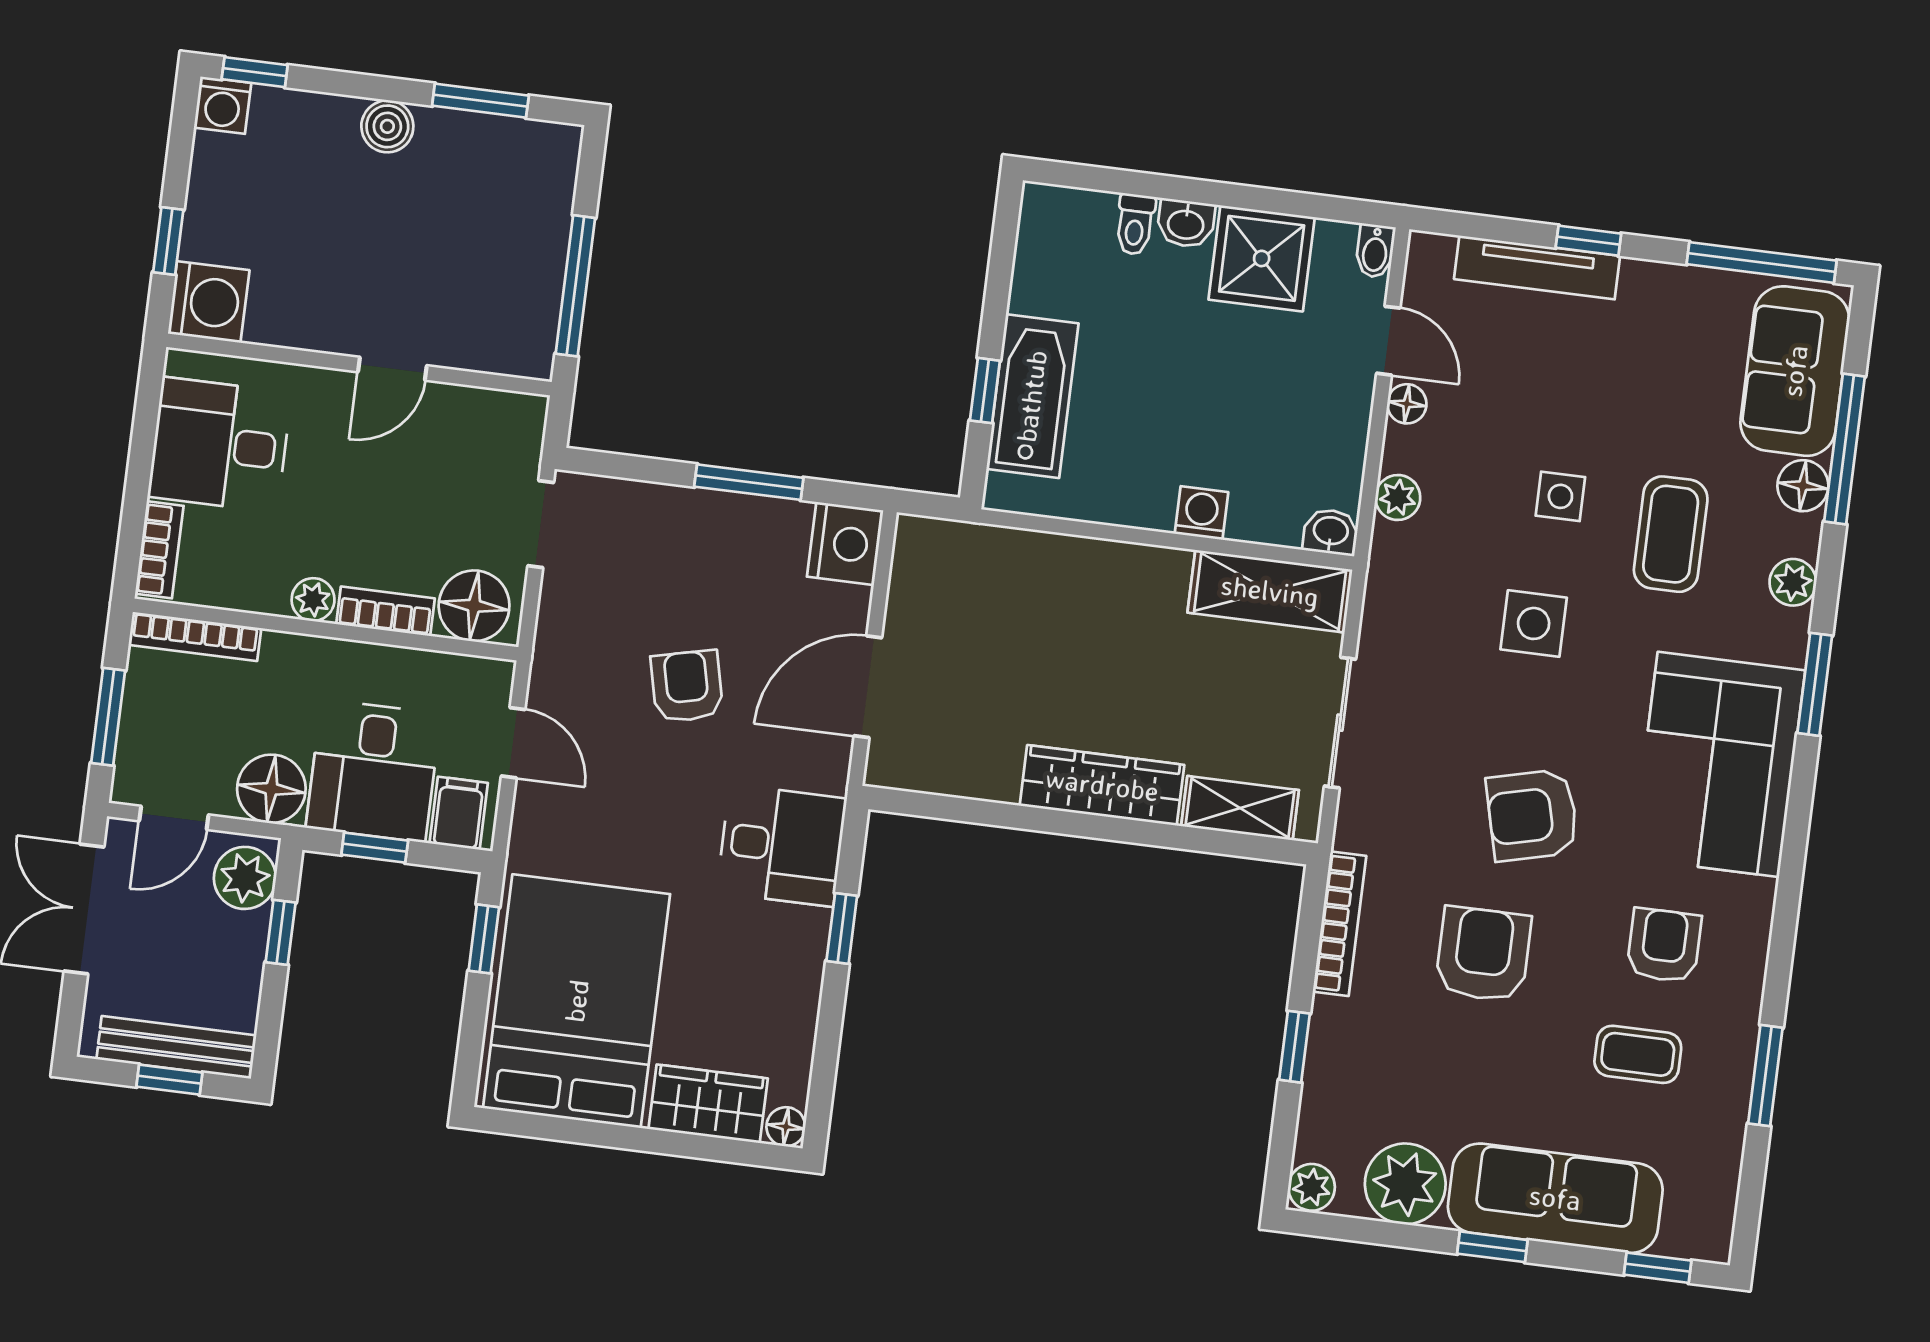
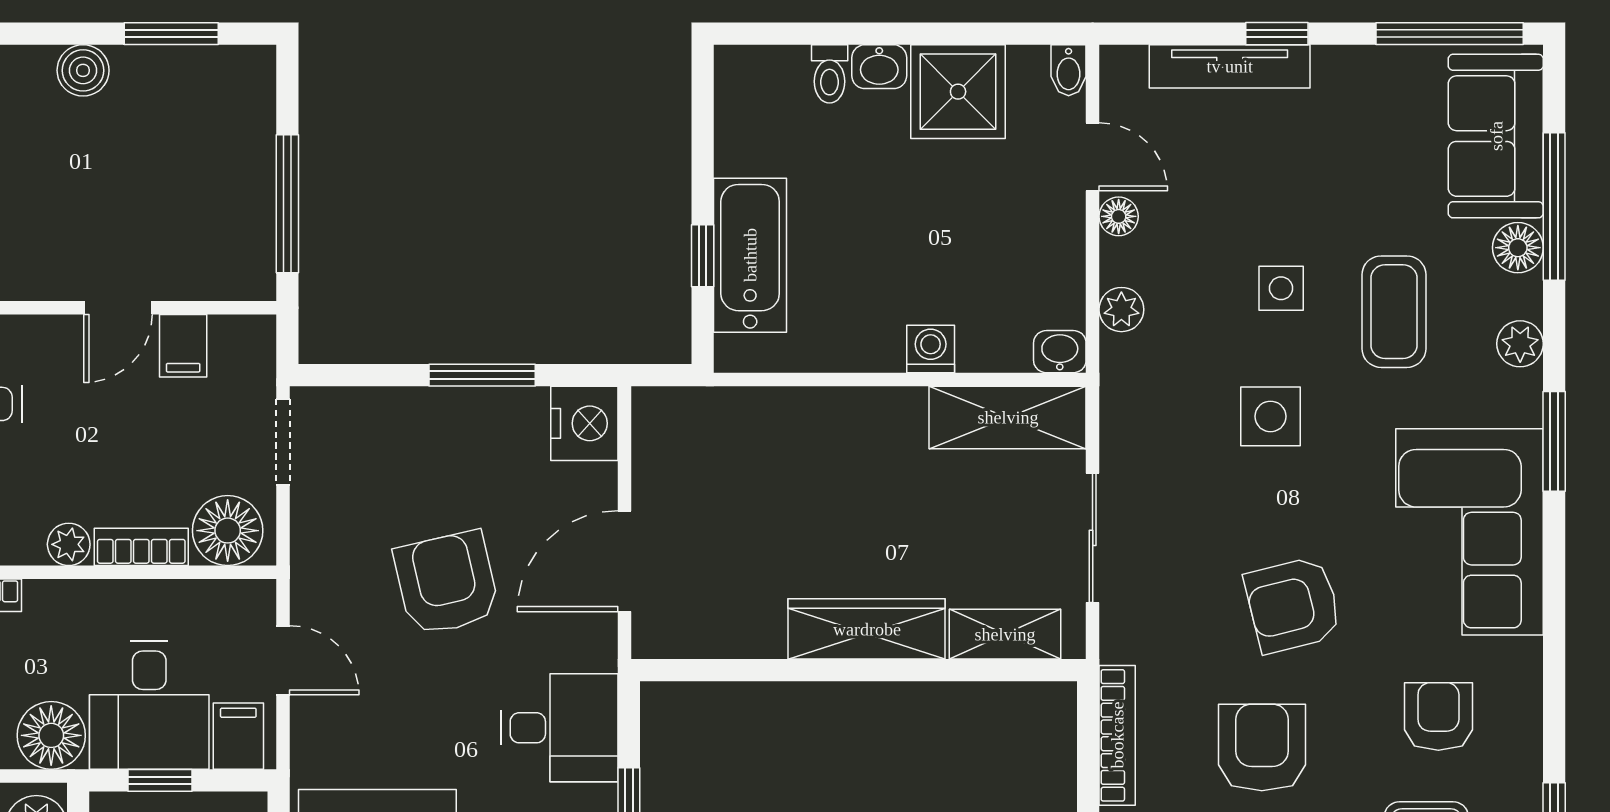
filing cabinet: (453, 415) -> (183, 346), added
armchair: (687, 686) -> (447, 583), width x1.38, depth x1.38

